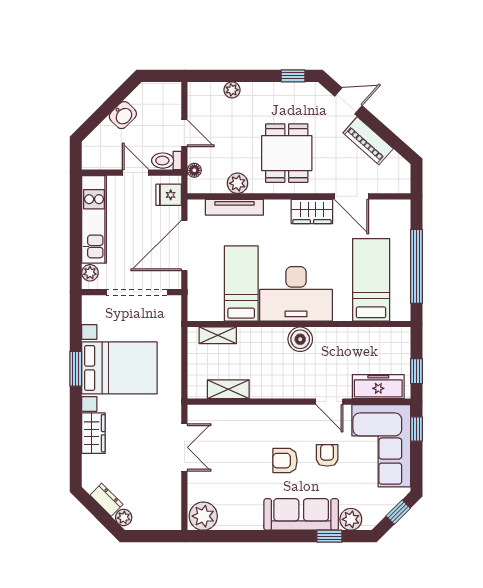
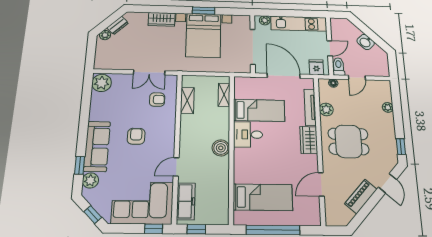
wardrobe: (312, 212) -> (309, 140), moved
desk: (296, 294) -> (248, 134), width x0.53, depth x0.77
armchair: (327, 455) -> (157, 100), moved

